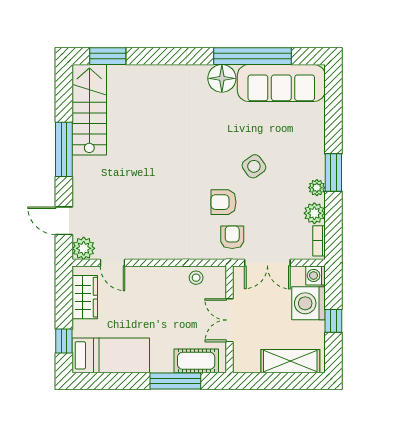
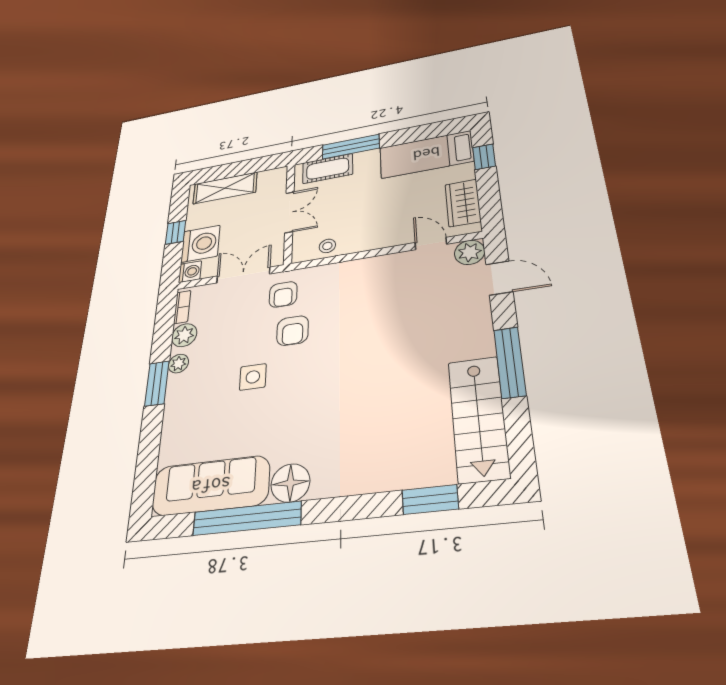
window: (108, 56) -> (430, 500), moved
side table: (254, 166) -> (253, 377), turned 36
armchair: (224, 202) -> (293, 331), turned 90

